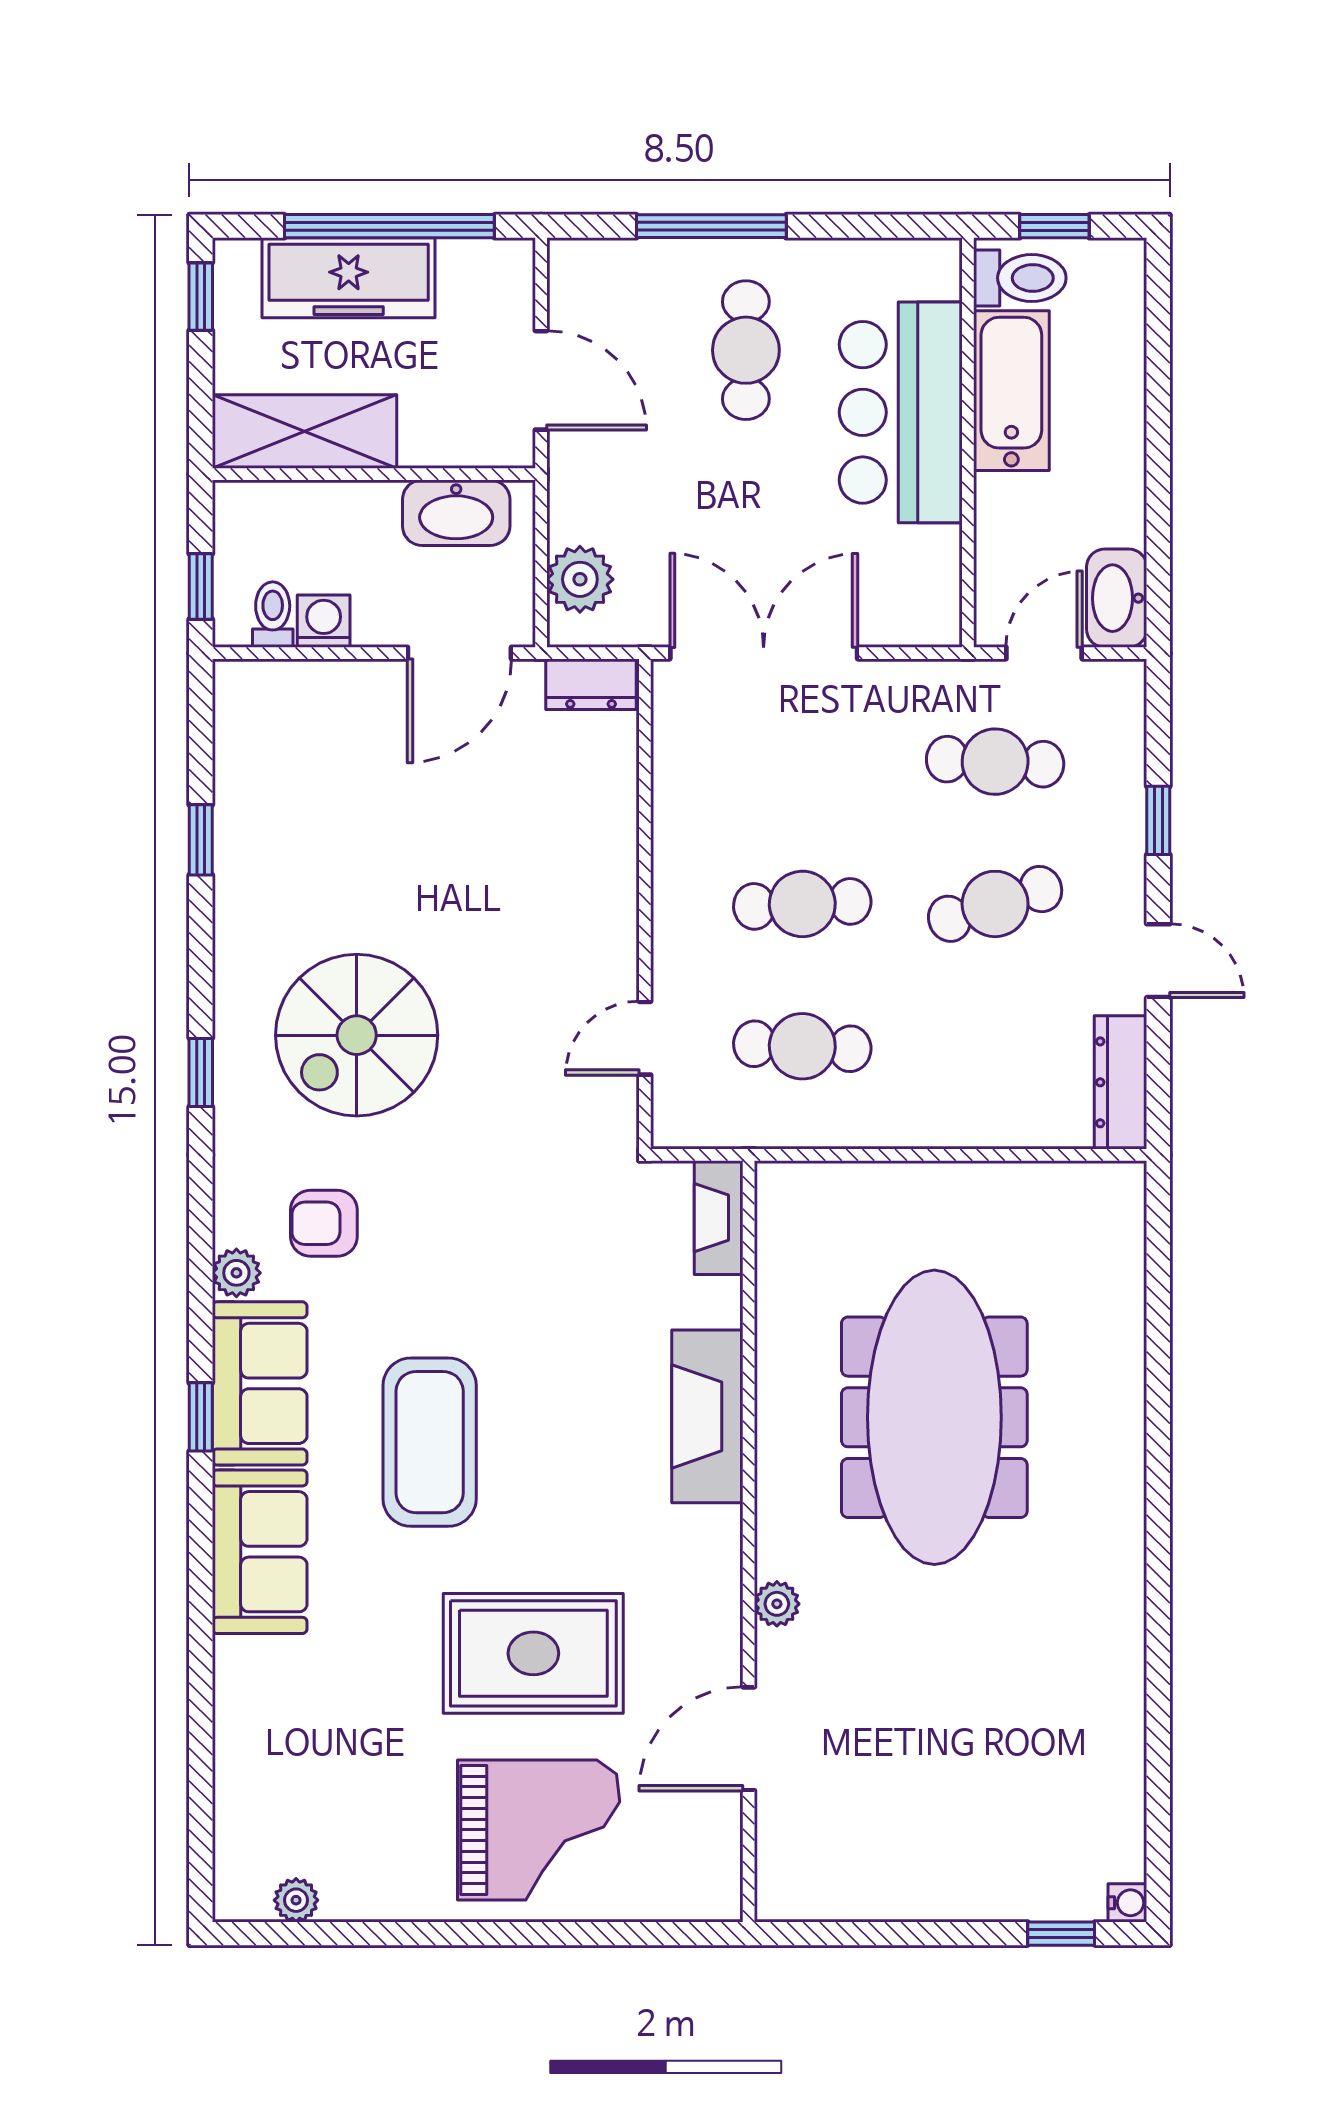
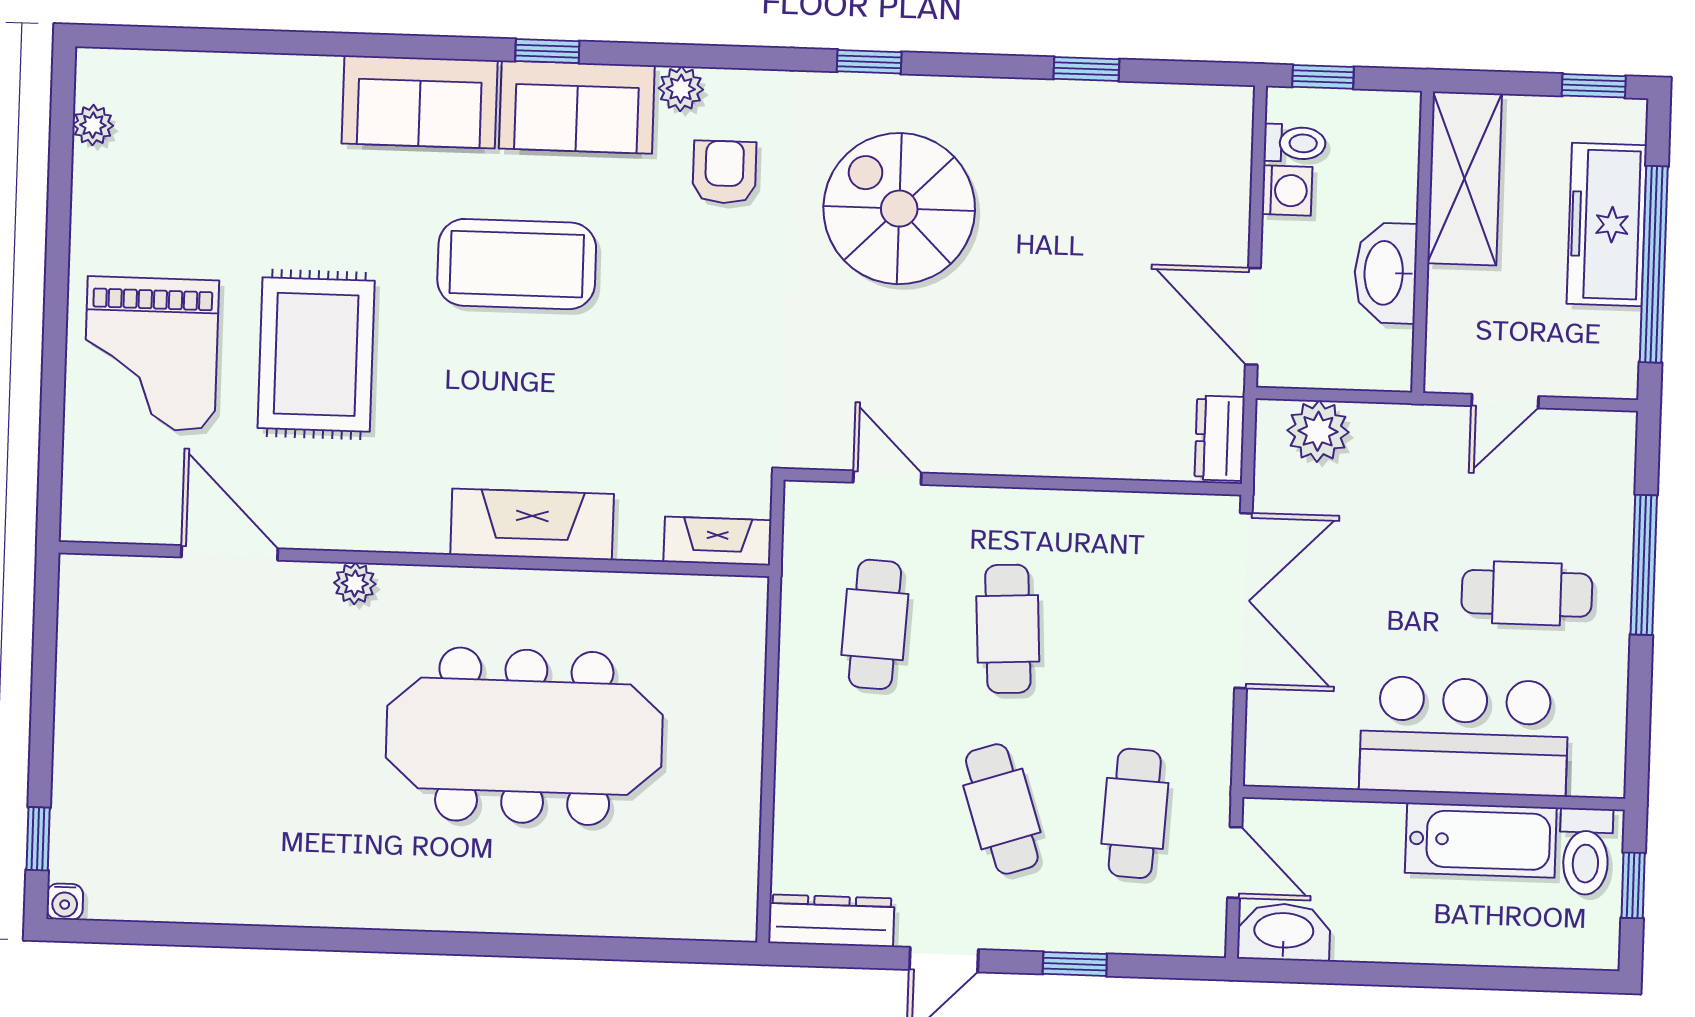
door: (541, 380) -> (1505, 401), width x0.73
washbasin: (456, 513) -> (1385, 273), moved

